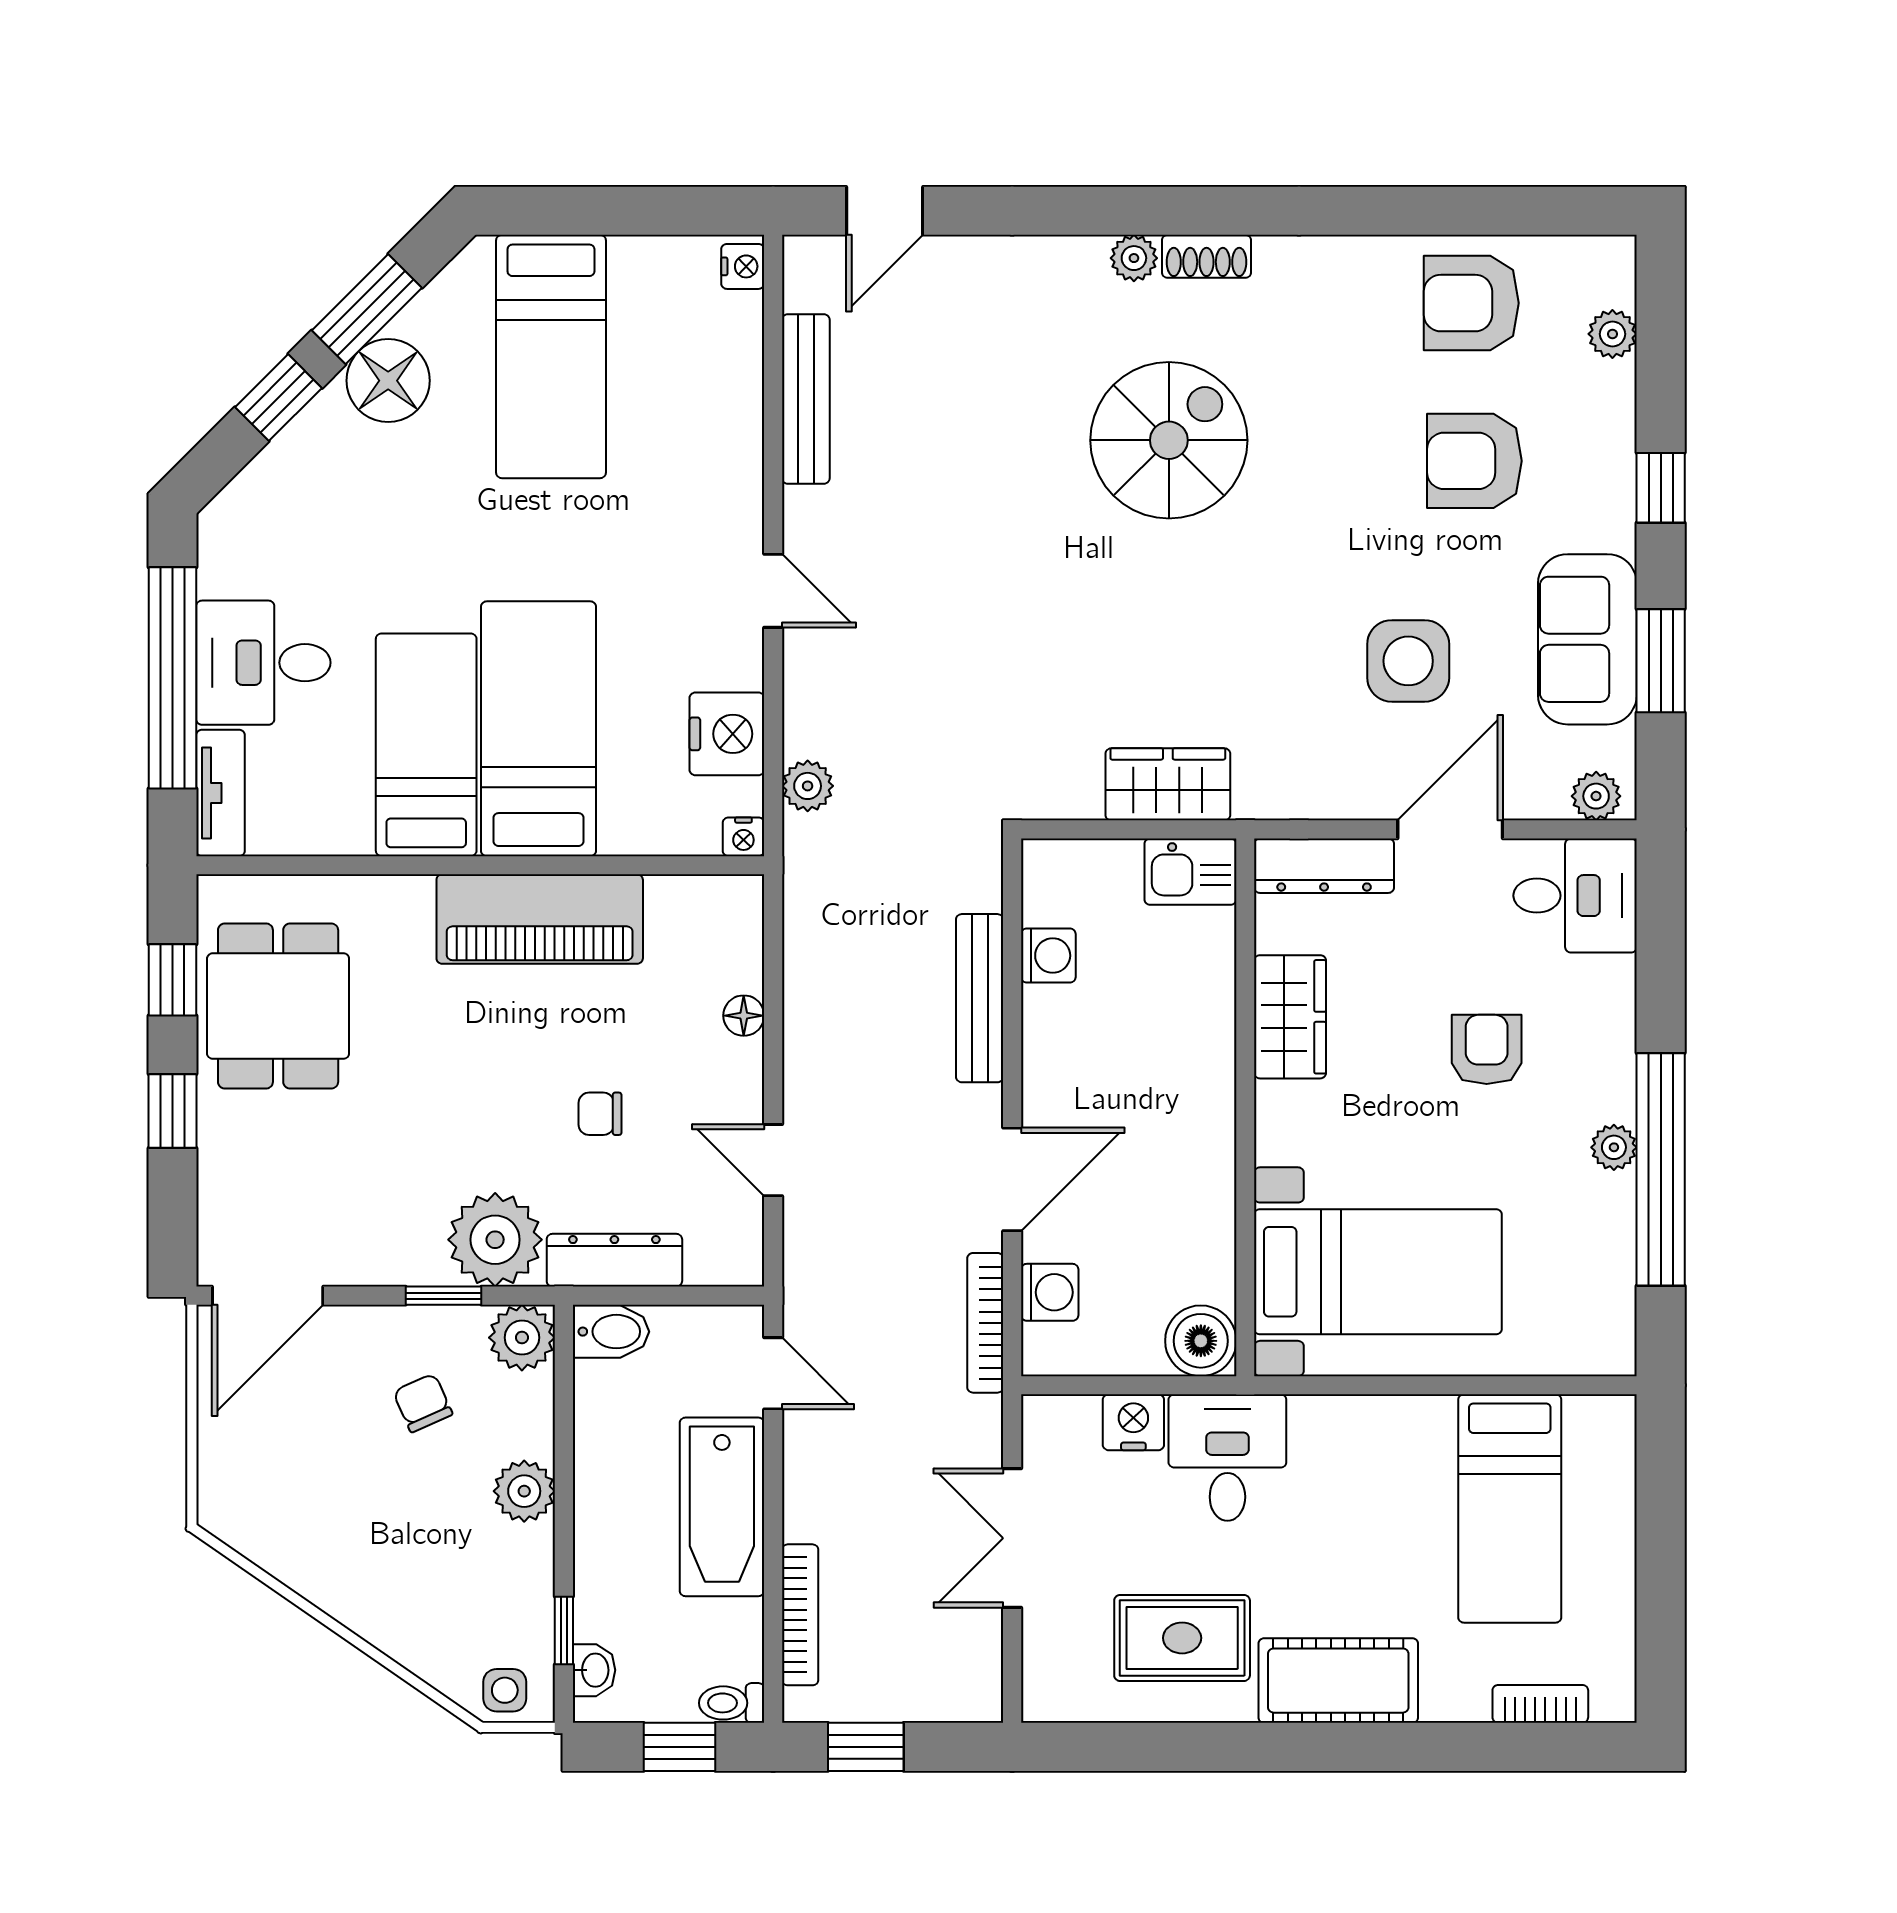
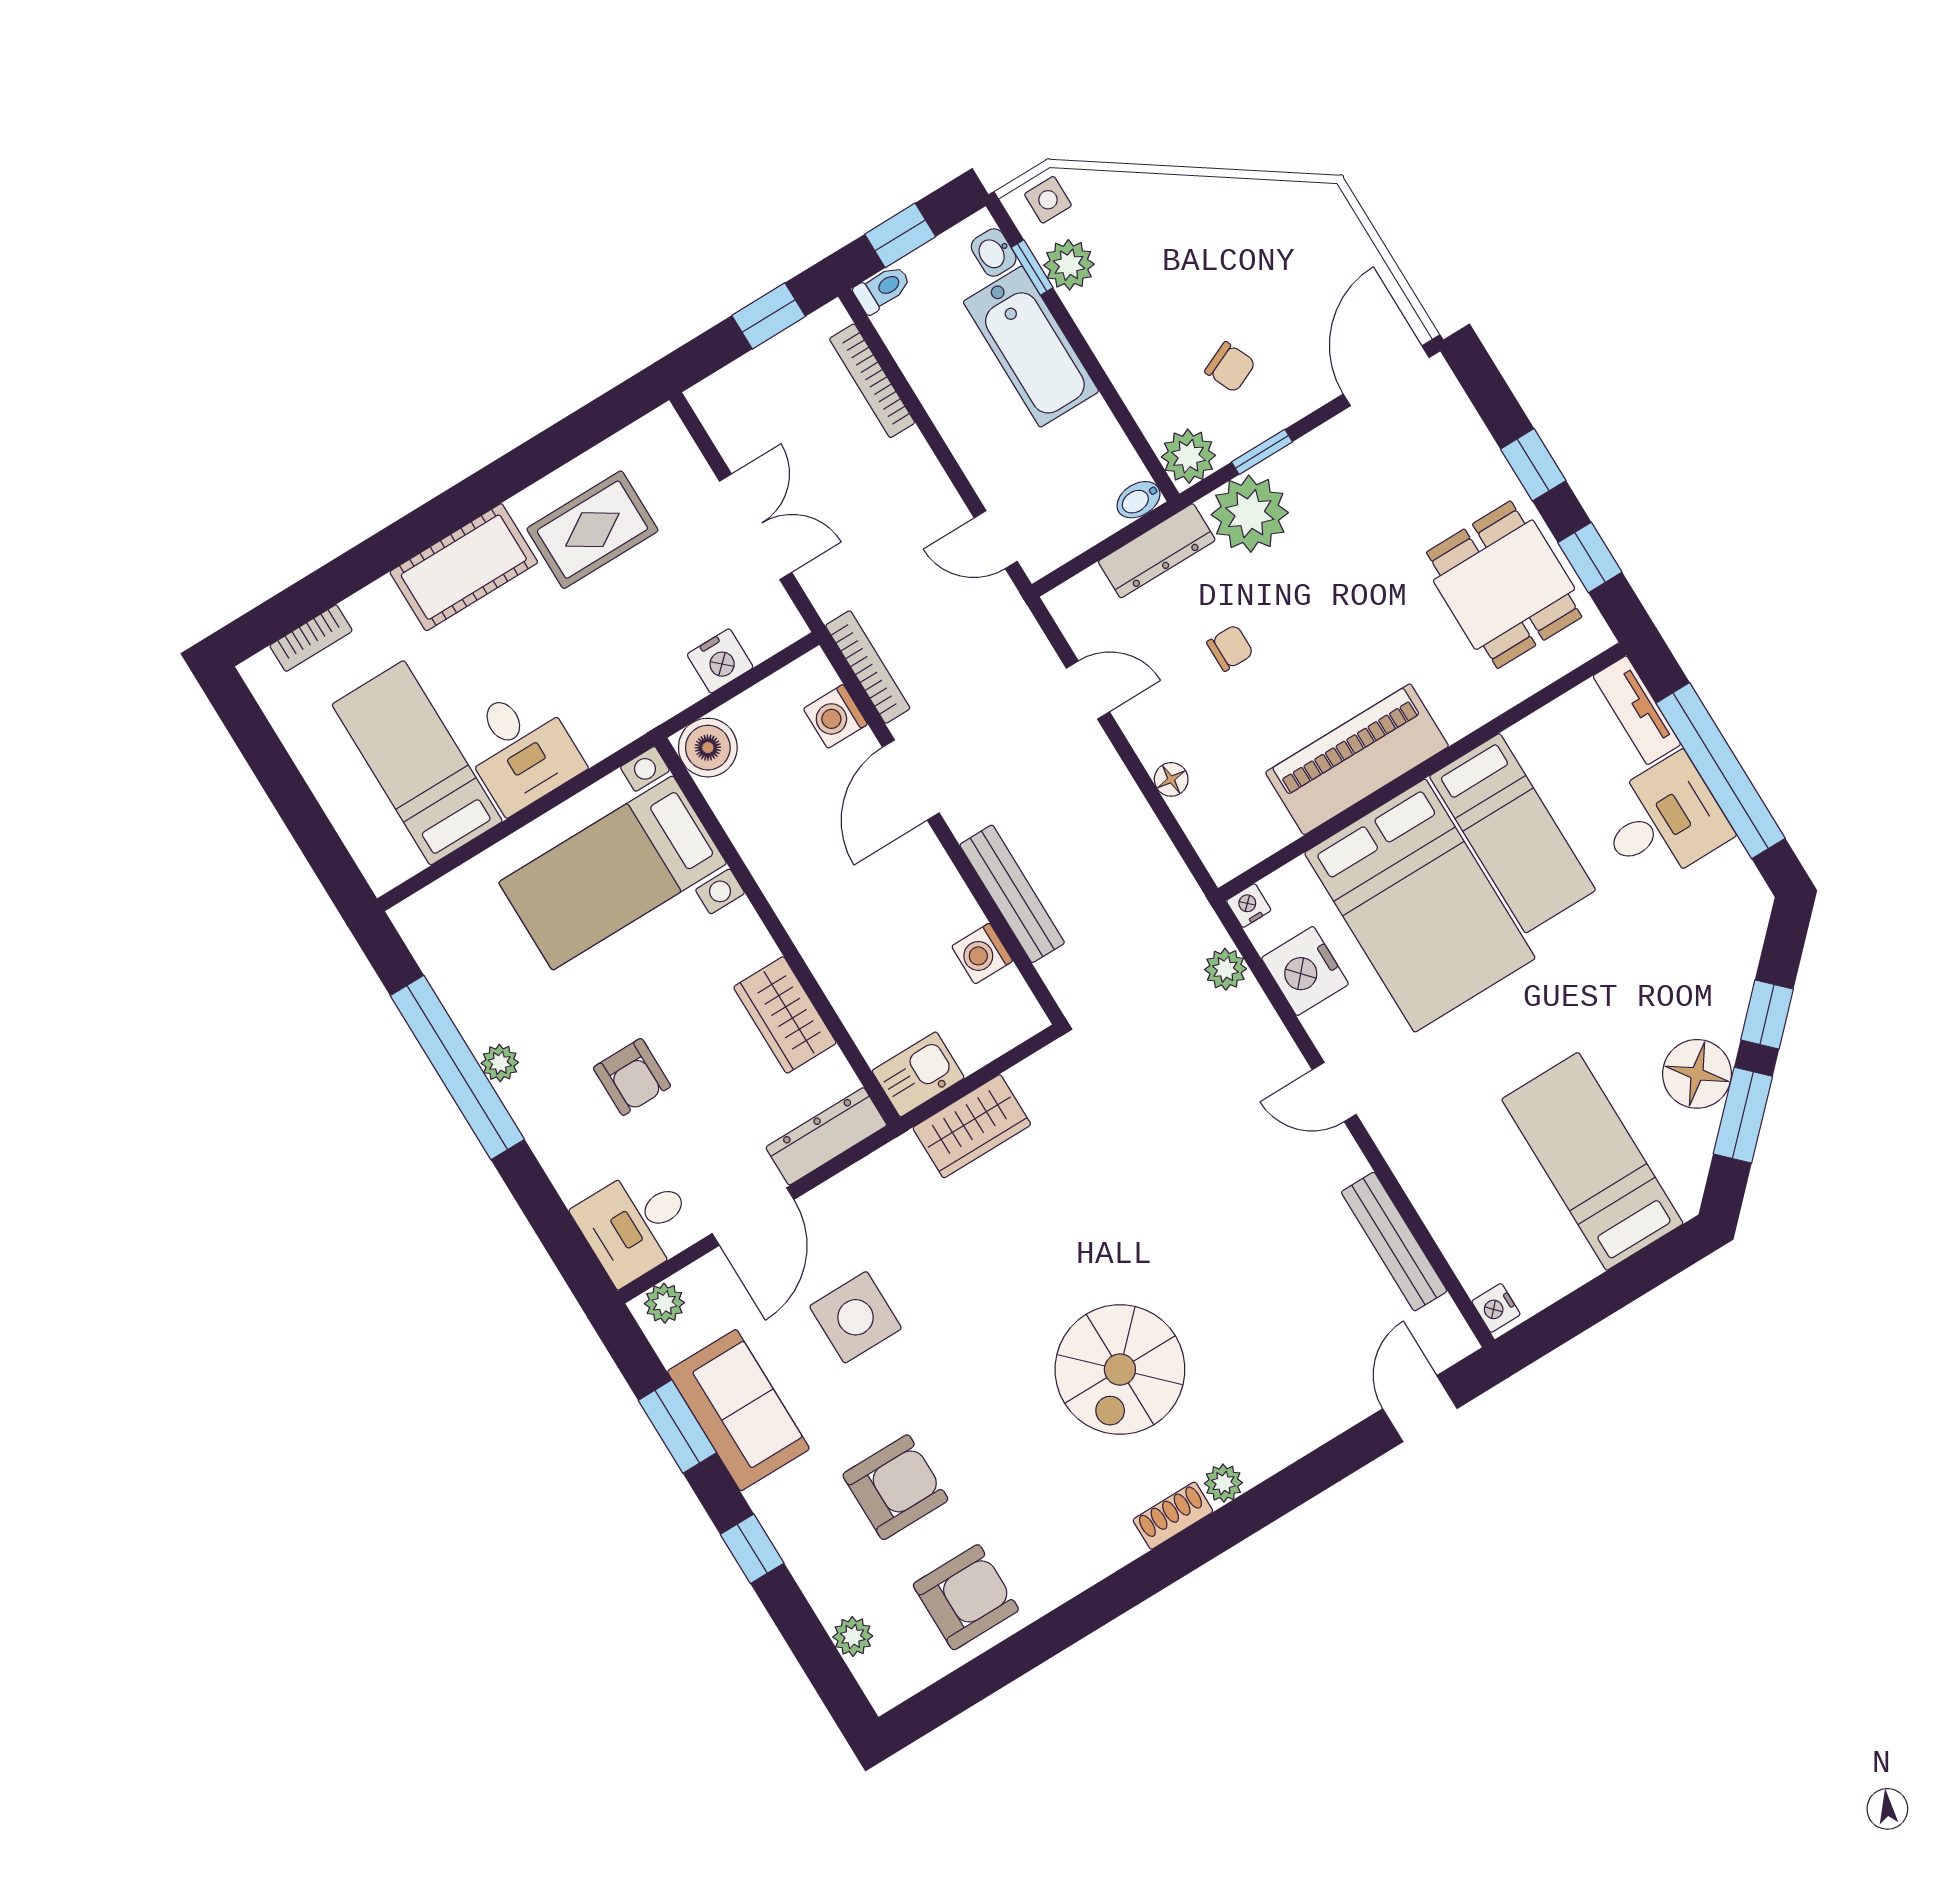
bed: (539, 729) -> (1420, 906), width x1.50
bidet: (611, 1332) -> (1138, 500), width x0.72, depth x0.74
desk: (1227, 1458) -> (520, 749), moved
plant: (524, 1491) -> (1069, 265), moved
bathtub: (722, 1507) -> (1031, 347), moved, turned 180

